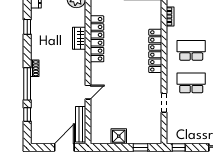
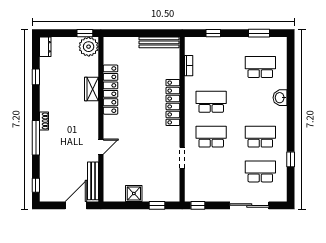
window: (27, 115) -> (36, 185), moved

